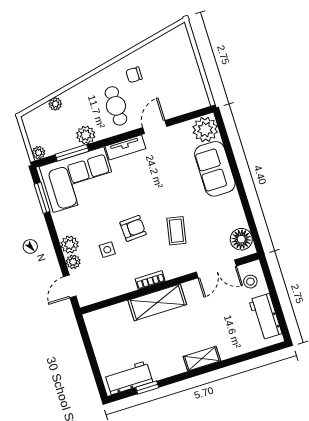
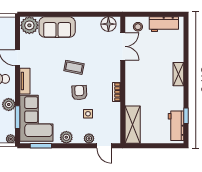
coffee table: (176, 231) -> (74, 67), moved
plant: (70, 245) -> (66, 137), moved
shelving: (157, 302) -> (133, 125), moved

